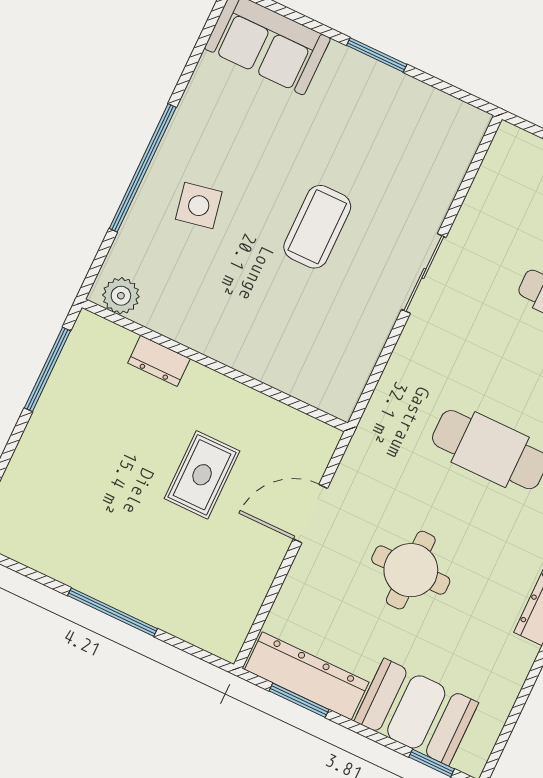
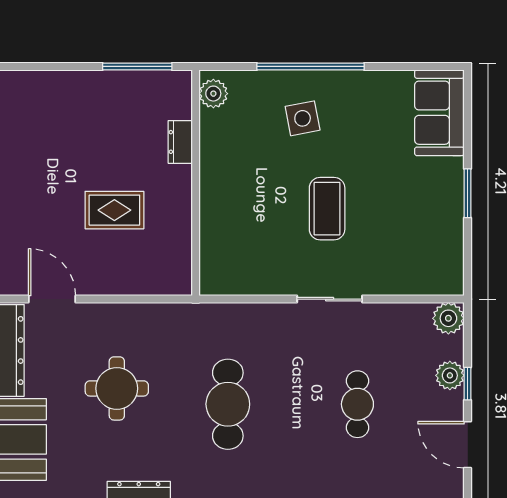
plant: (511, 146) -> (448, 318), added
coffee table: (317, 227) -> (327, 209), turned 90
door: (310, 514) -> (52, 299), moved

